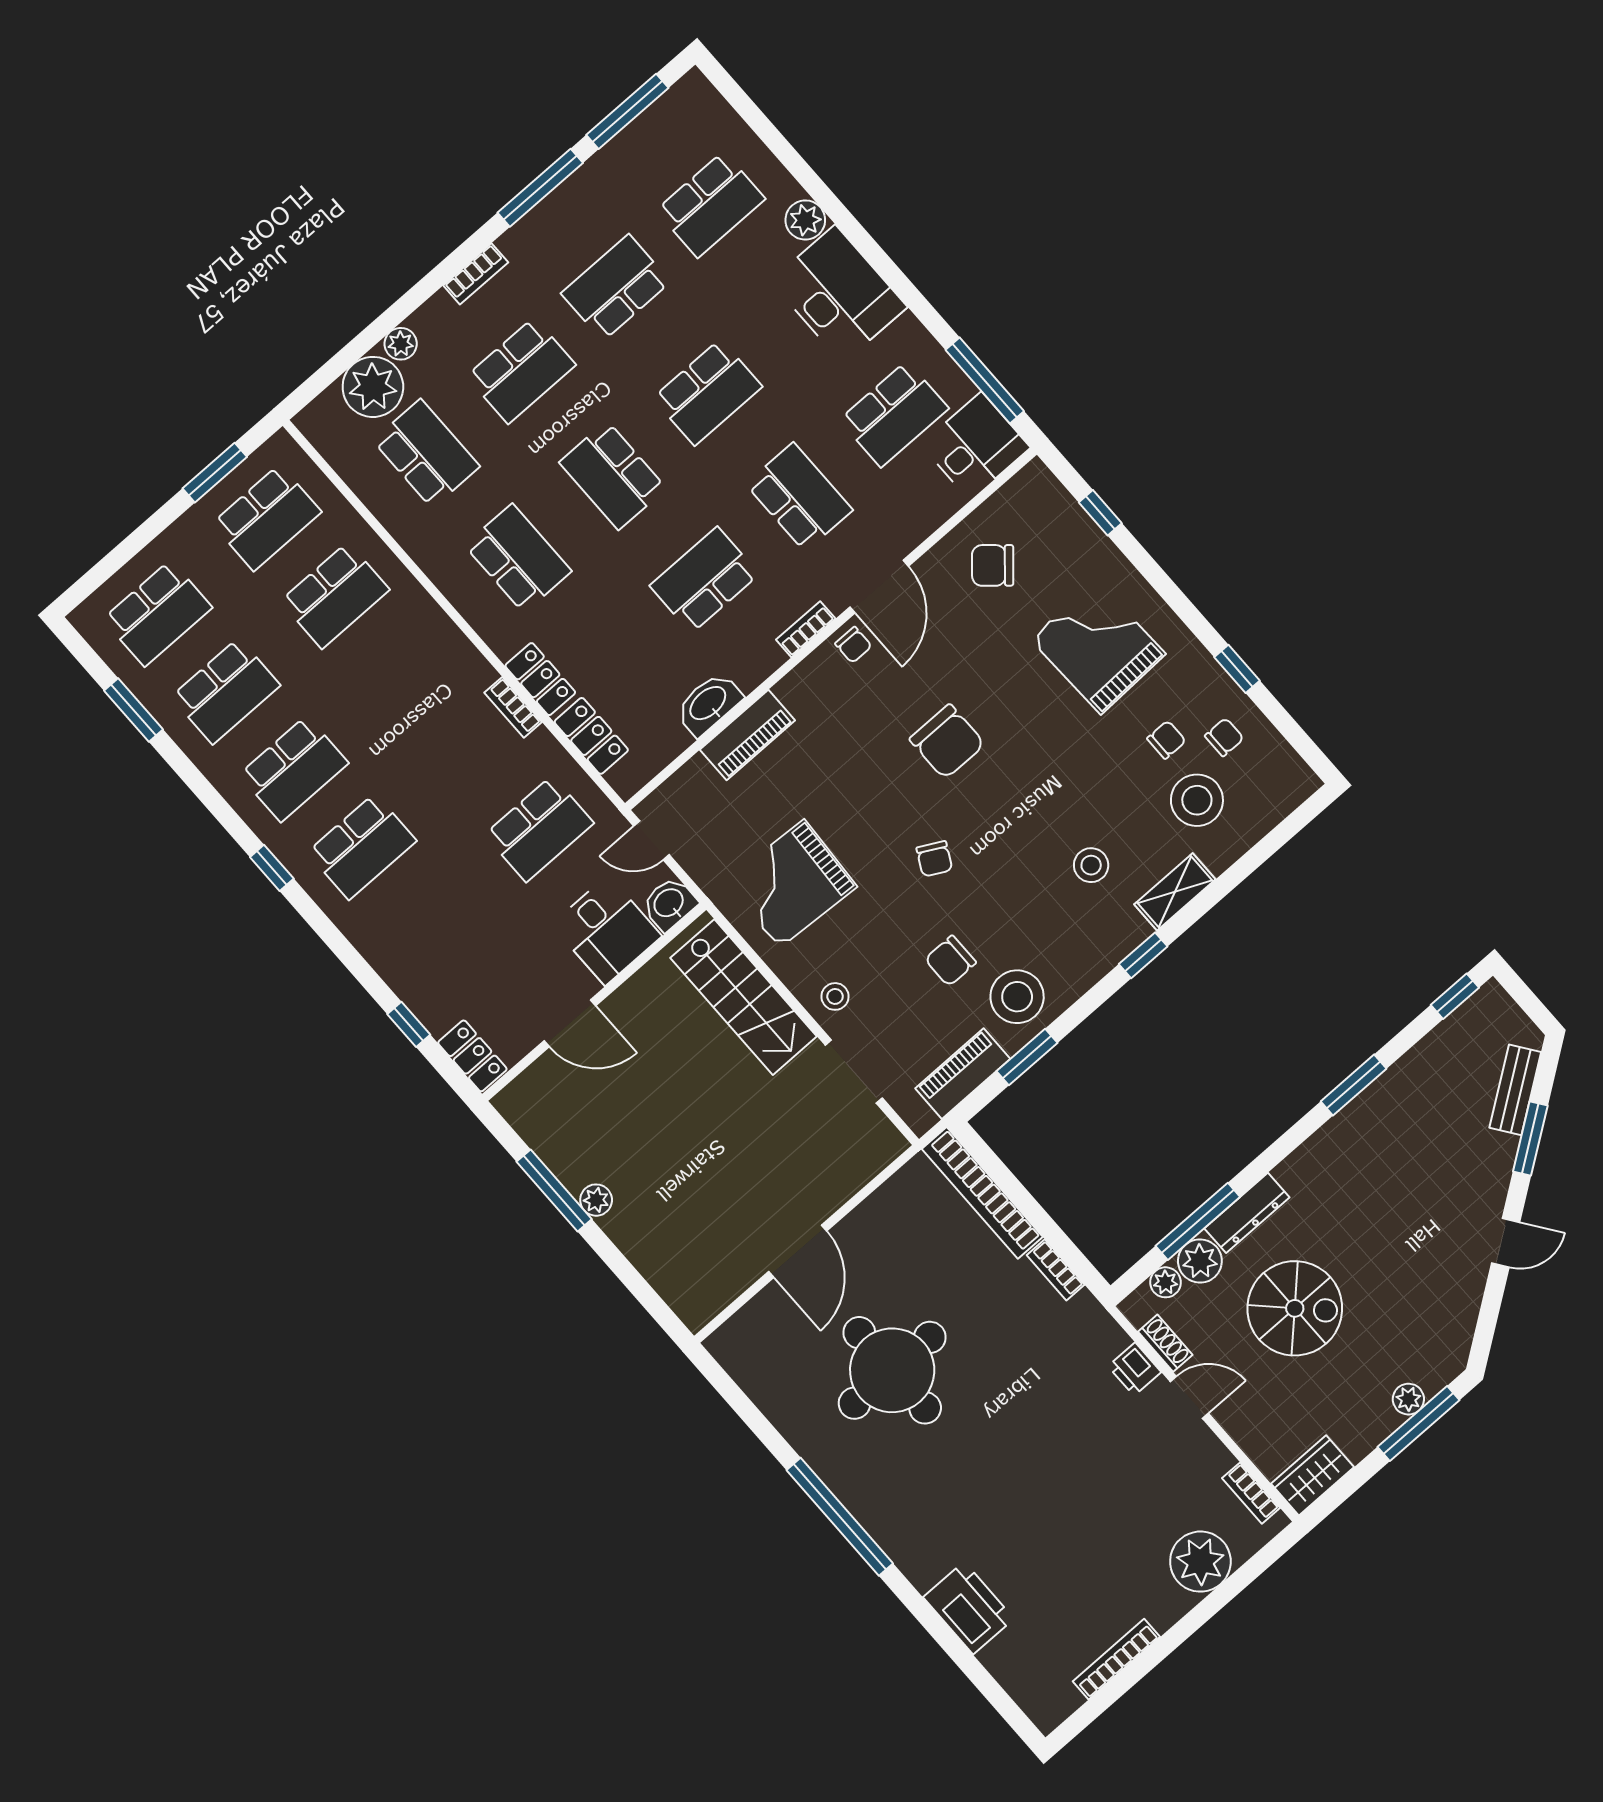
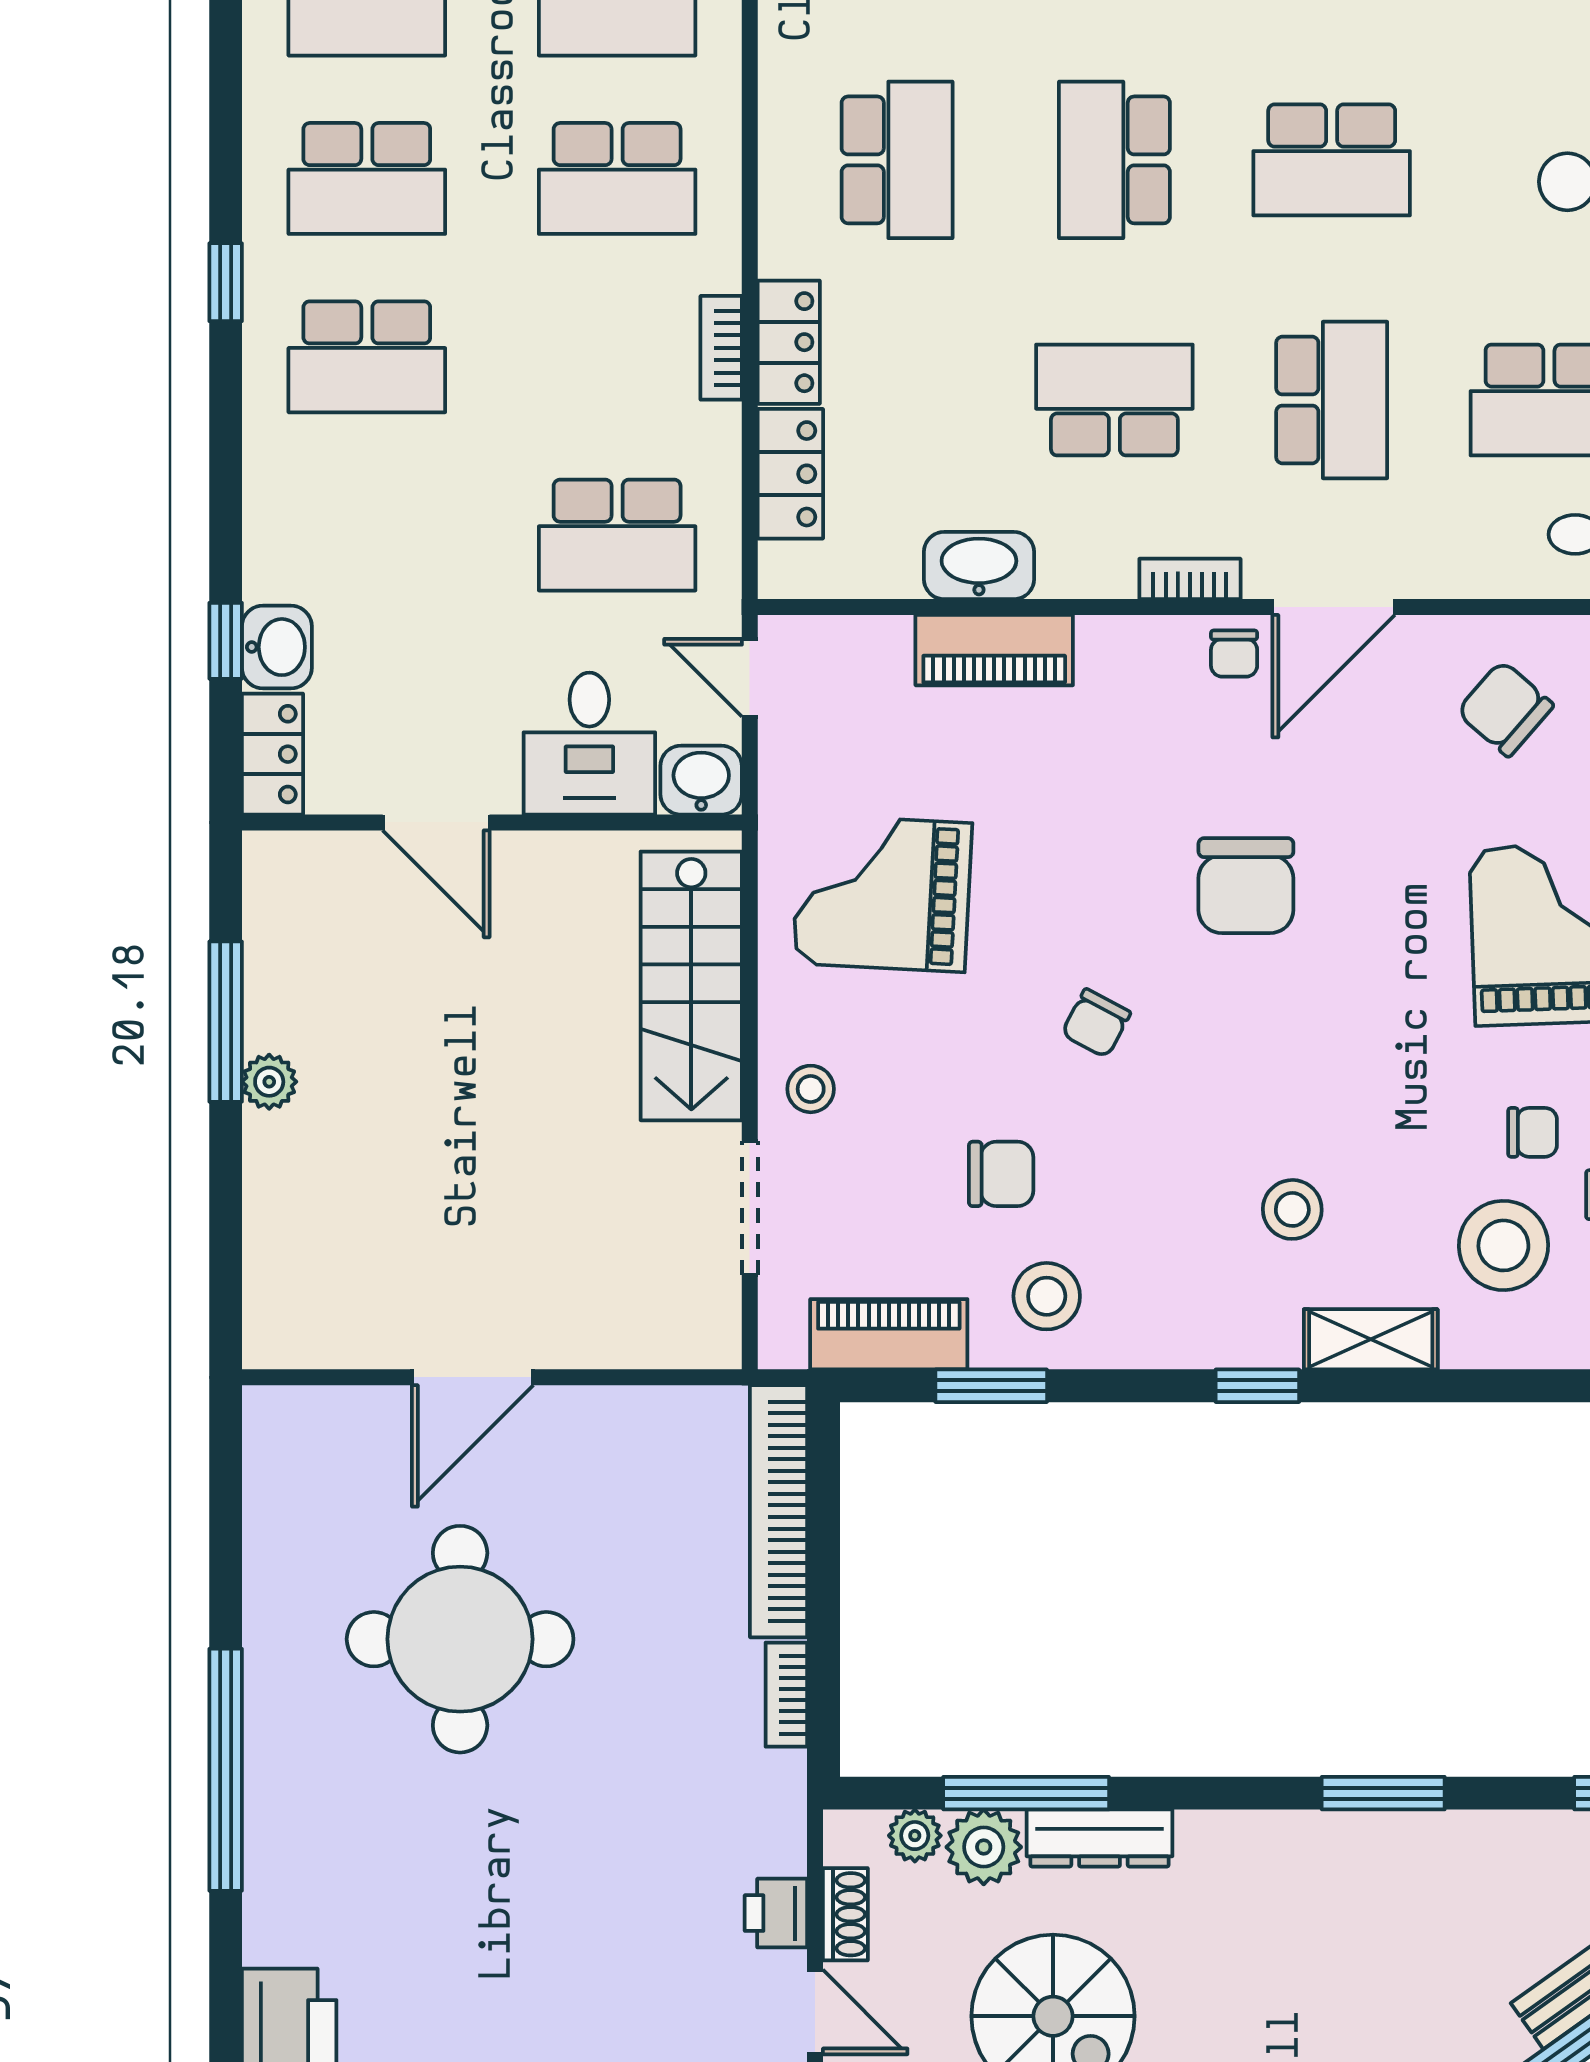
school desk: (403, 673) -> (617, 178), added
chair: (951, 961) -> (1001, 1174), turned 180
stool: (1017, 997) -> (1047, 1296), width x0.73, depth x0.73
washbasin: (433, 1007) -> (277, 647), added

